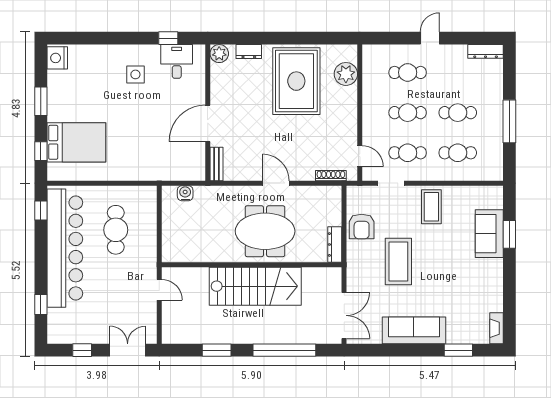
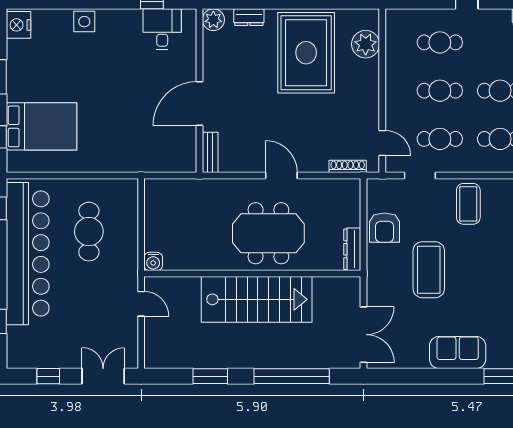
side table: (135, 74) -> (84, 22), moved
water cooler: (185, 193) -> (153, 261), moved, turned 180
sofa: (414, 330) -> (458, 352), width x0.73

